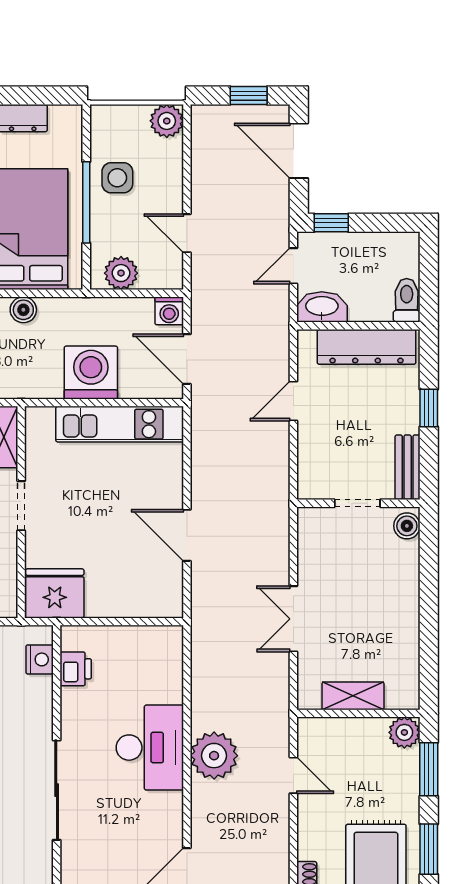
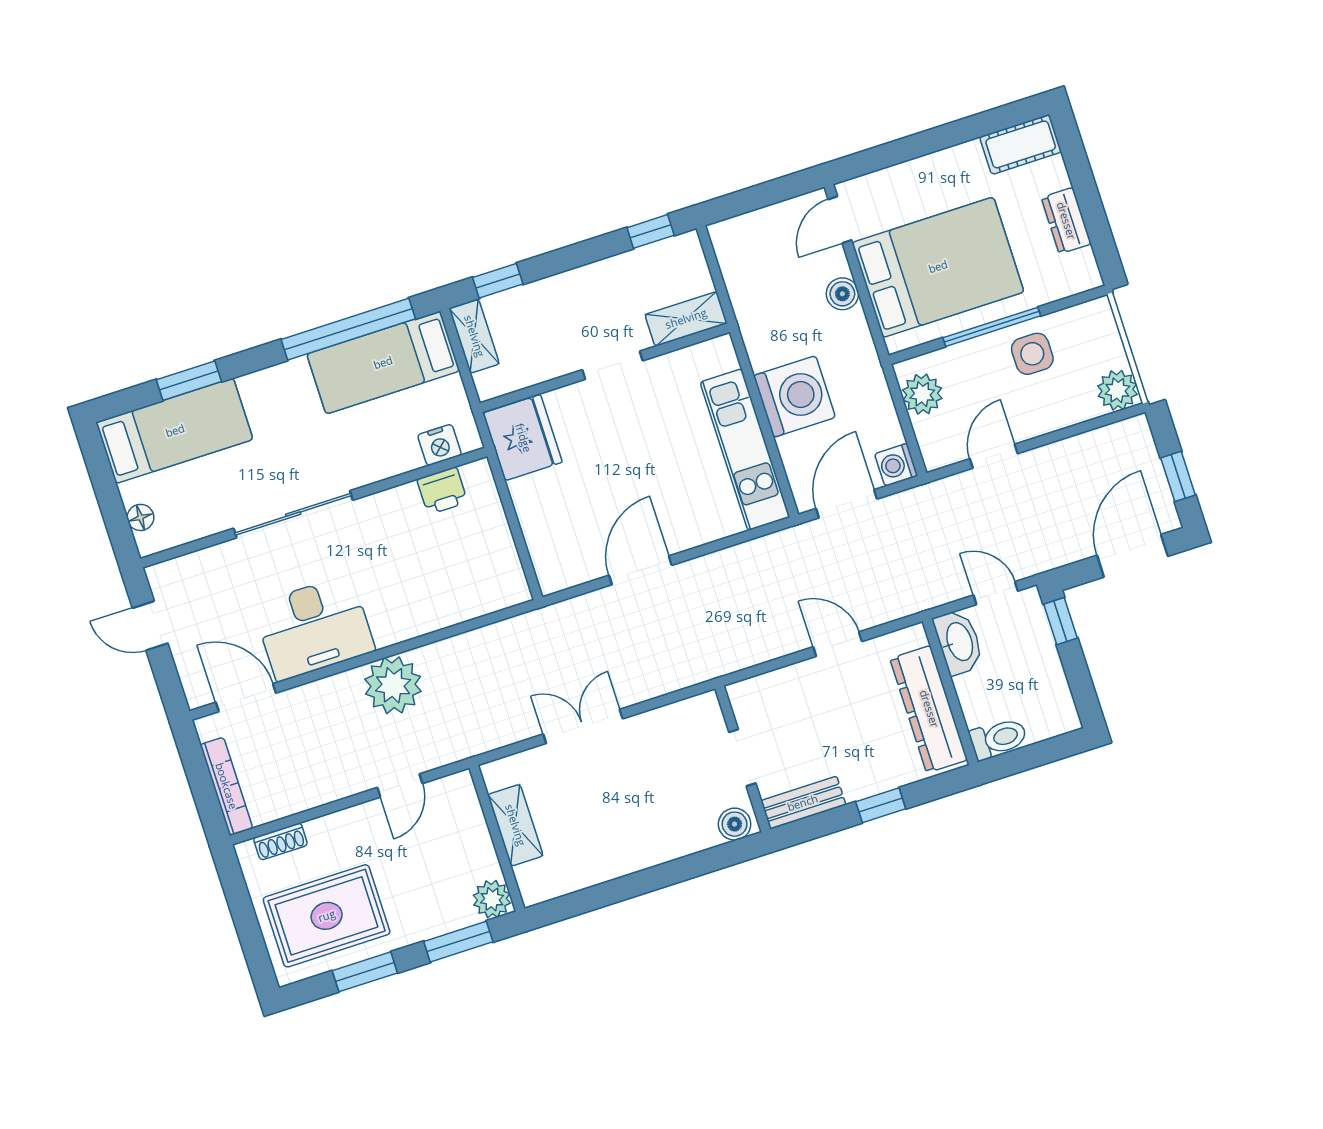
desk: (150, 748) -> (314, 628), moved

